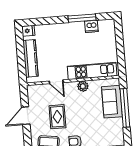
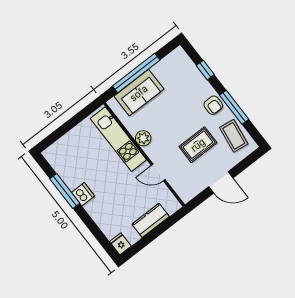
dishwasher: (91, 26) -> (83, 194), moved
kitchen counter: (30, 58) -> (151, 220), width x0.67
door: (56, 82) -> (158, 173), swing flipped

